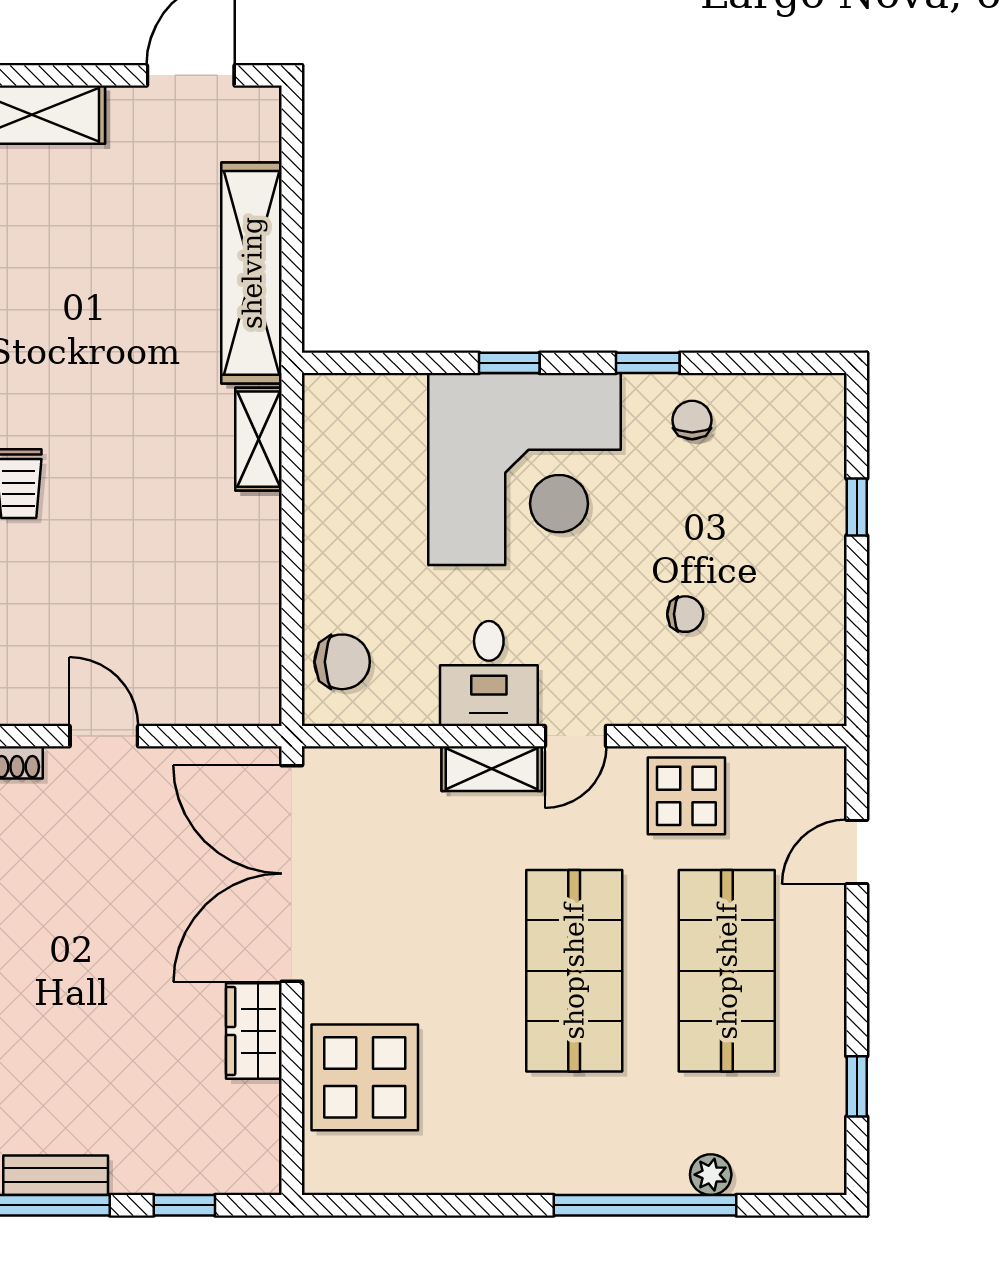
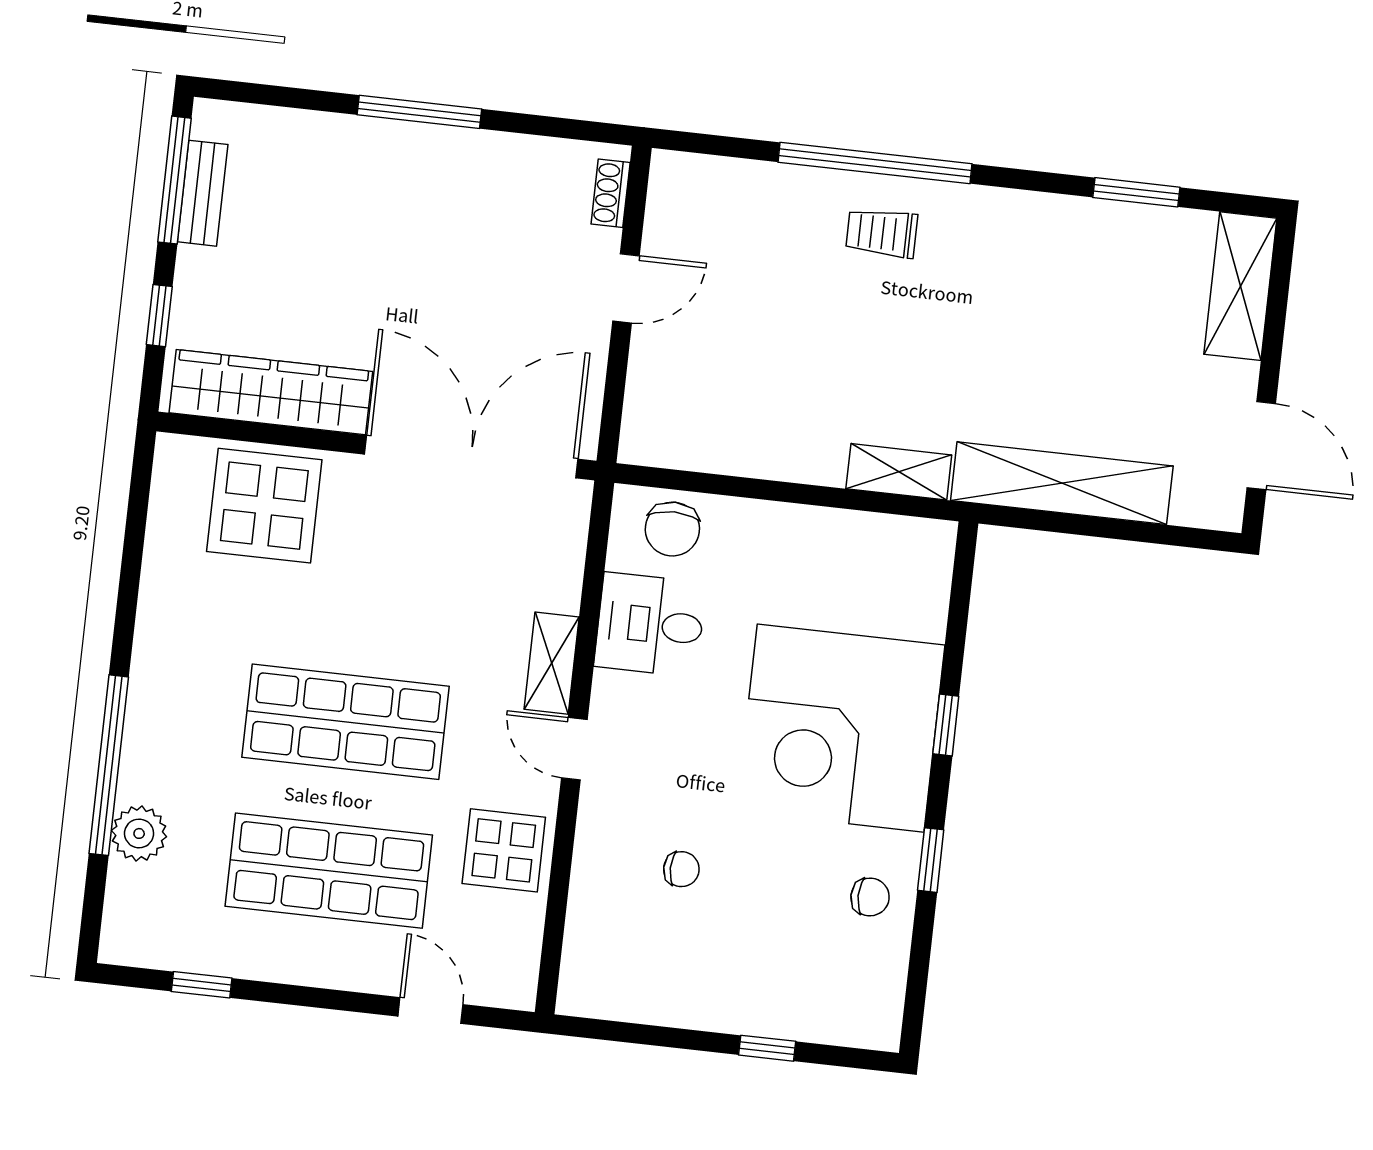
chair: (685, 614) -> (681, 869), turned -90
desk: (489, 674) -> (650, 625), moved
wardrobe: (254, 1031) -> (271, 392), width x2.10, depth x1.17
plant: (711, 1175) -> (139, 833), width x1.38, depth x1.38

